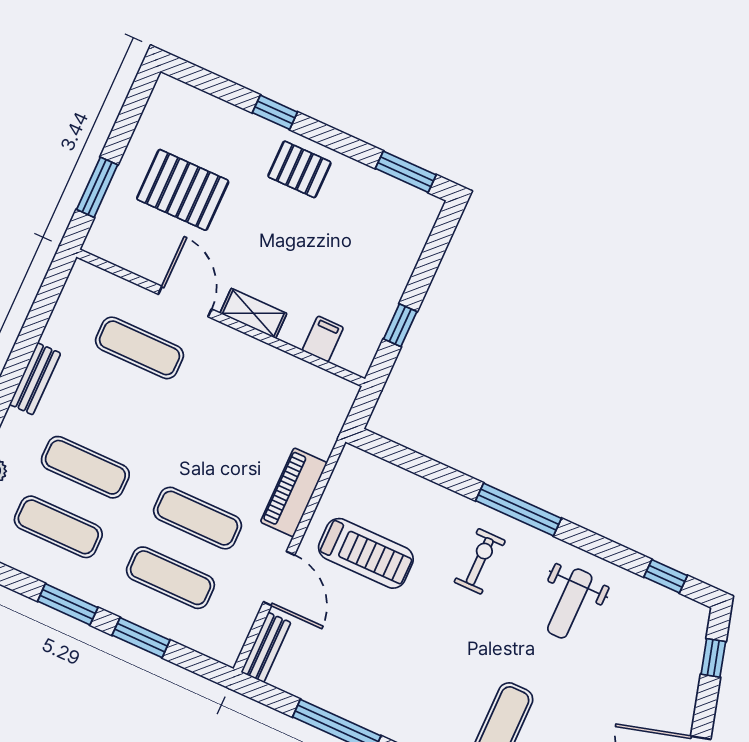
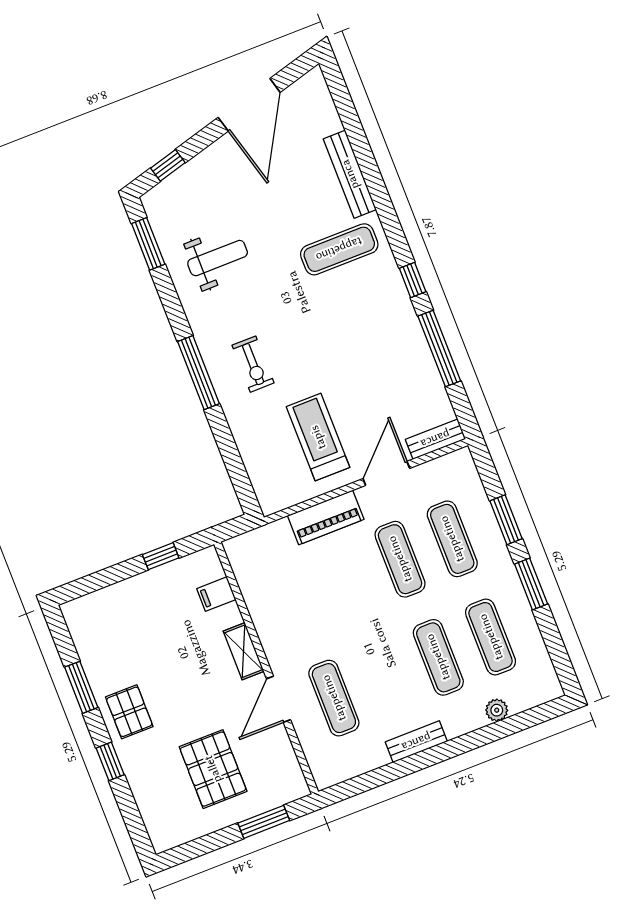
window: (406, 172) -> (81, 687), moved
exercise bike: (480, 561) -> (253, 364), turned -90
window: (666, 576) -> (148, 244), width x1.50
weight bench: (570, 604) -> (218, 258), moved

